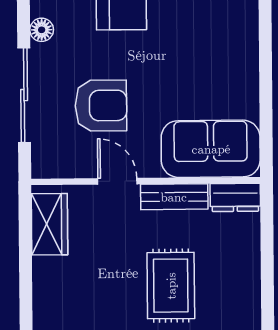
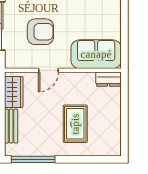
door: (117, 181) -> (48, 70), swing flipped
bench: (174, 197) -> (11, 126), moved, turned 90

